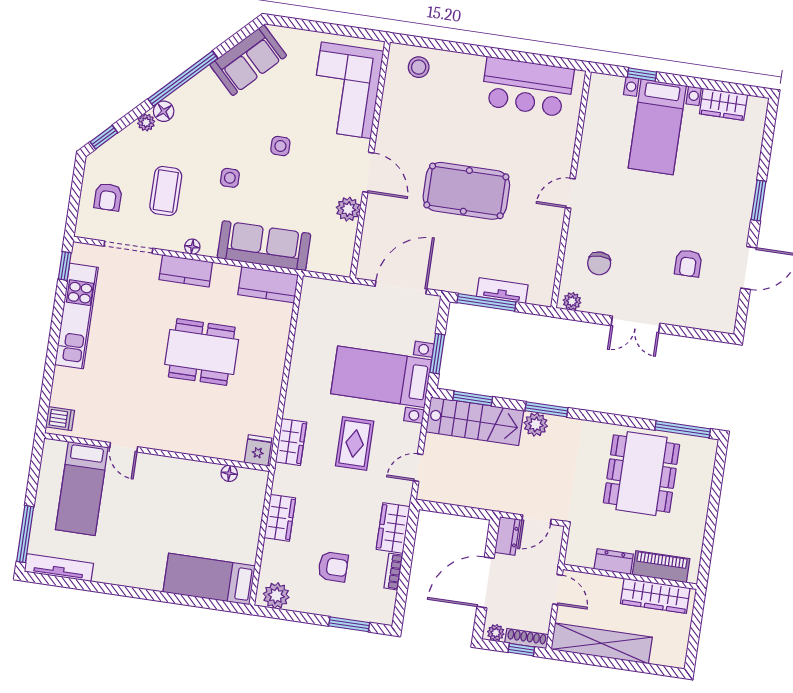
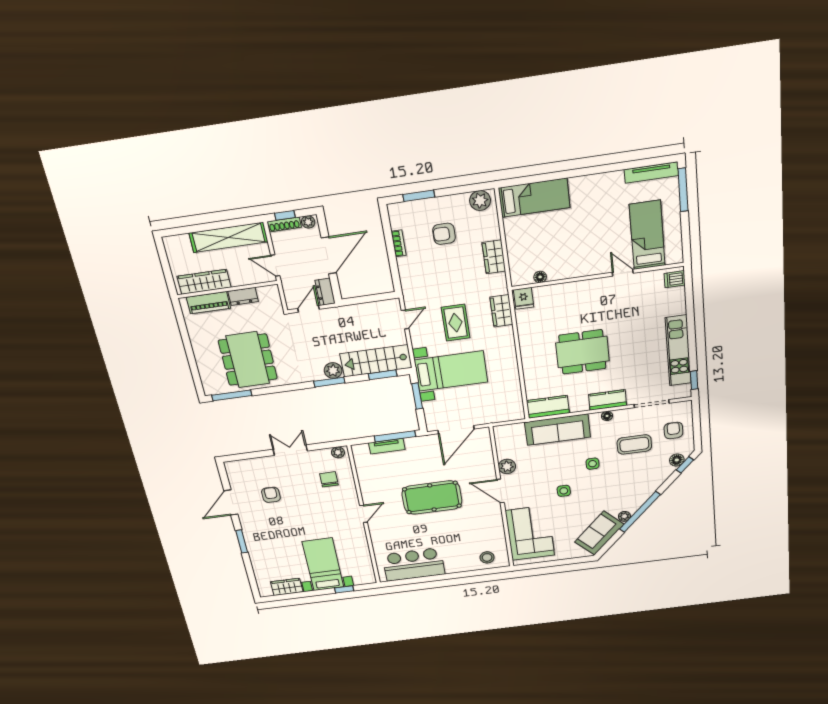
floor lamp: (164, 111) -> (677, 460), moved
plant: (146, 122) -> (624, 516), moved
coffee table: (166, 191) -> (634, 444), turned 90
wardrobe: (393, 528) -> (409, 274), removed

